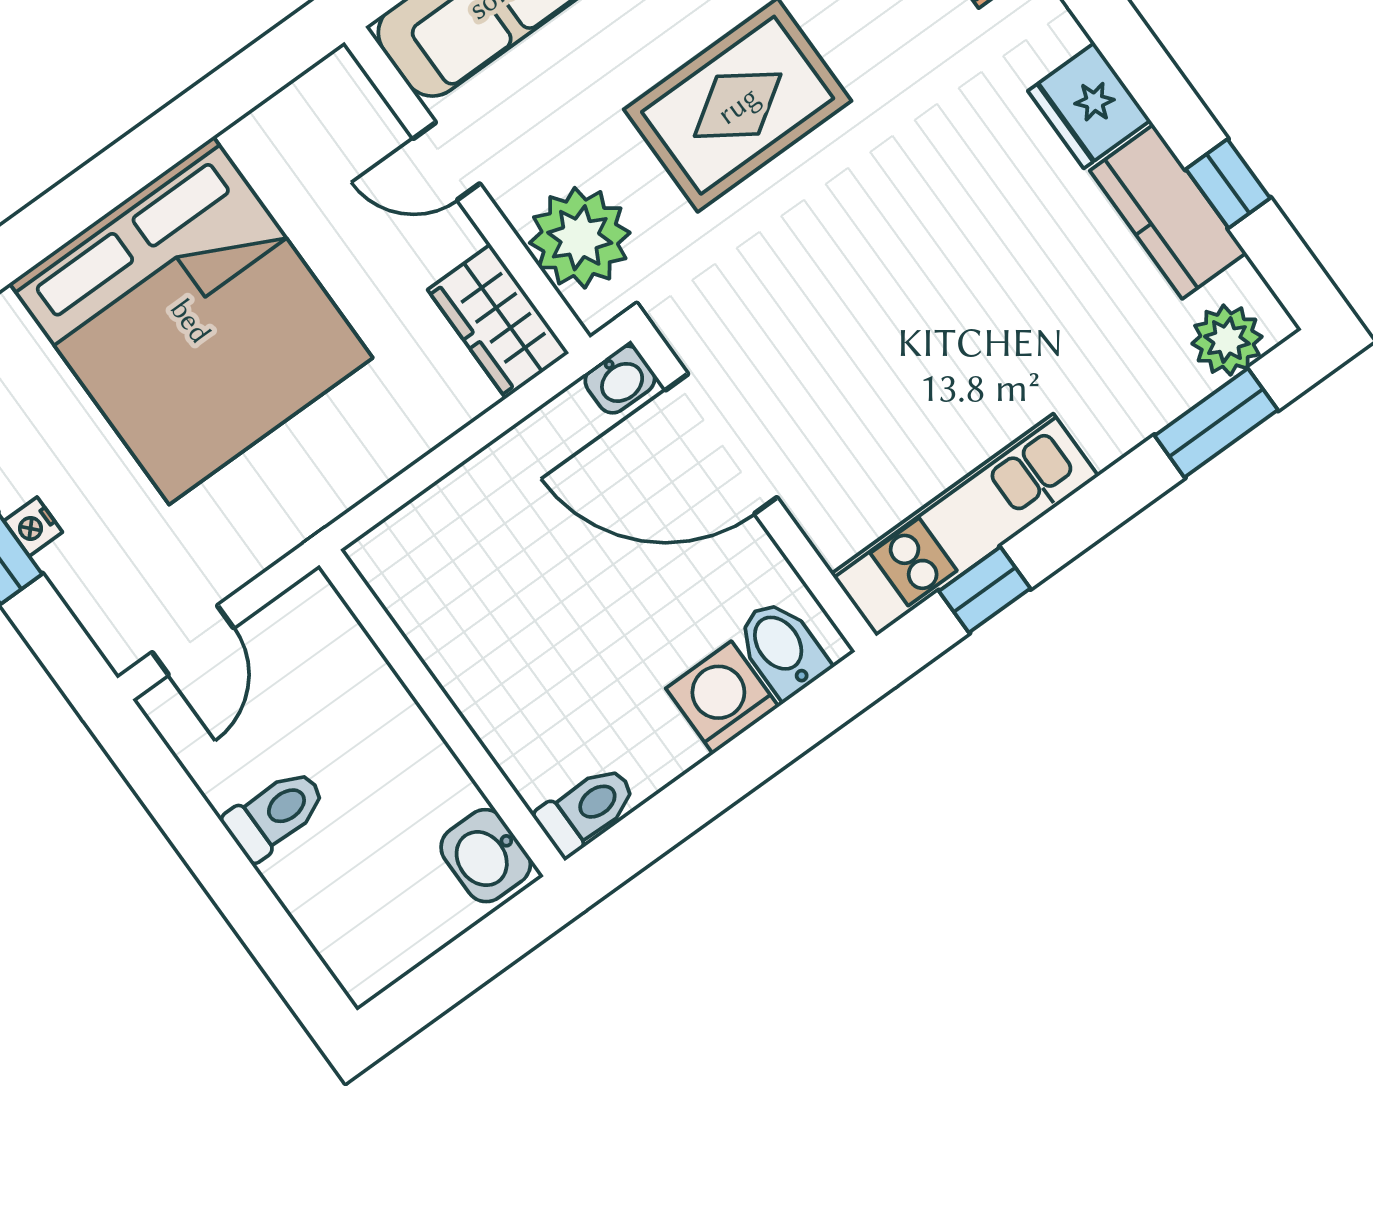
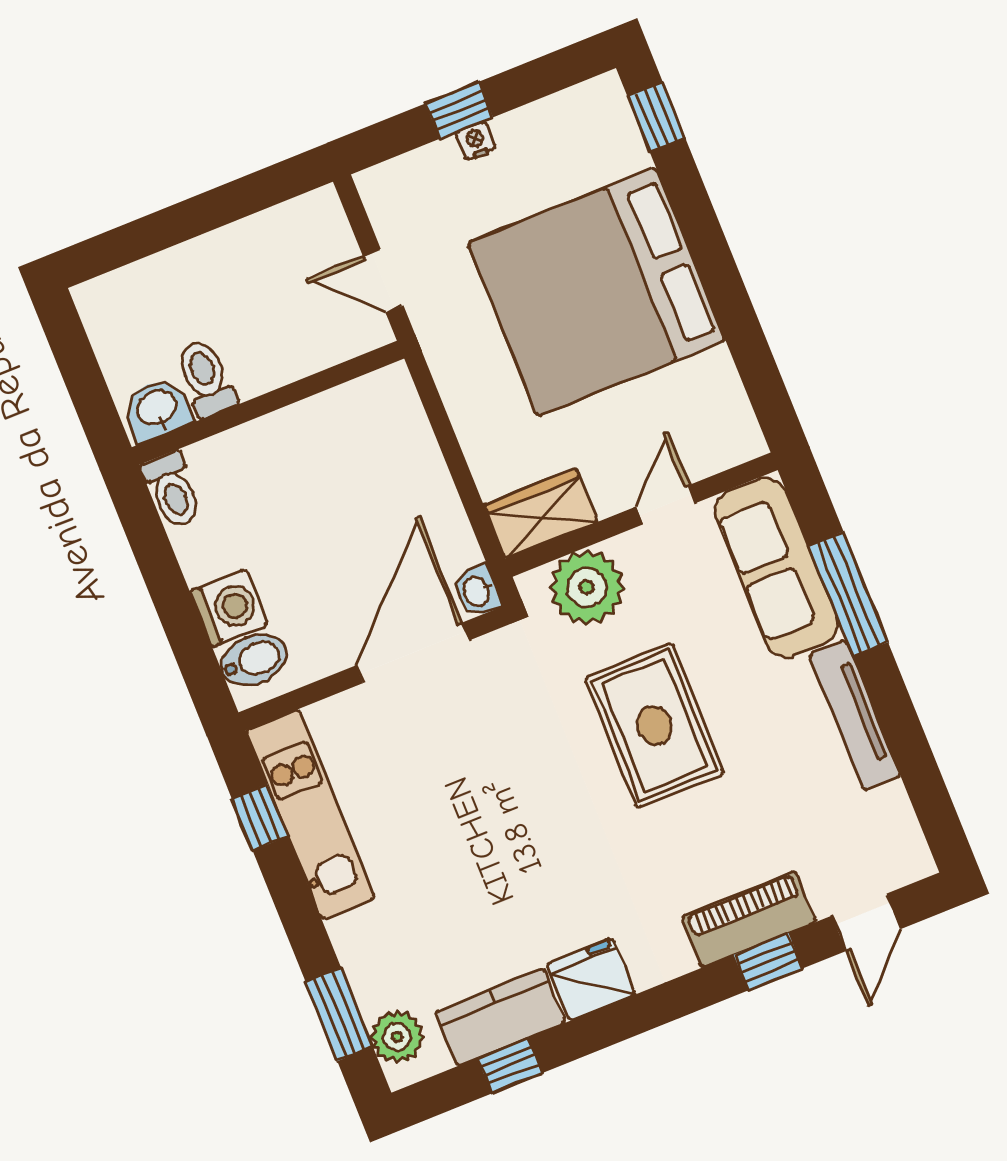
door: (193, 640) -> (383, 281), moved
toilet: (275, 814) -> (206, 378), moved, turned 180

